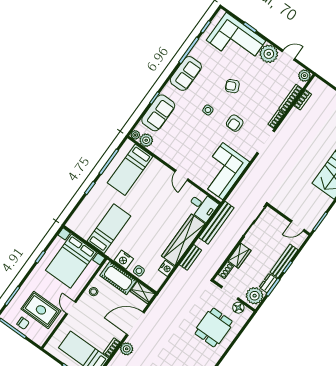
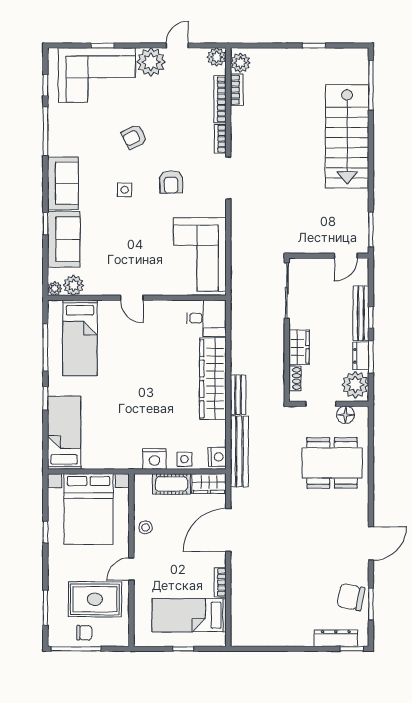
sofa: (186, 73) -> (63, 183), moved
door: (181, 175) -> (132, 298), moved
bench: (216, 223) -> (239, 452), moved
bed: (109, 229) -> (64, 433), moved
nightstand: (166, 268) -> (217, 457), moved
cot: (118, 278) -> (171, 484), width x0.73, depth x0.75
door: (71, 308) -> (131, 569), hinge flipped
dining table: (214, 327) -> (332, 463), width x1.38
plant: (127, 349) -> (240, 63), moved

